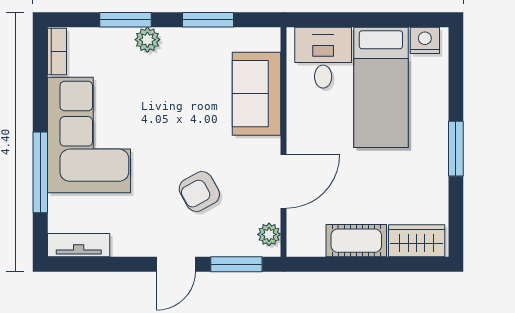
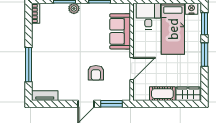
window: (456, 76) -> (205, 24), added
corner sofa: (89, 135) -> (49, 49), removed
armchair: (199, 192) -> (96, 73), turned -61
plant: (269, 234) -> (125, 91), removed

